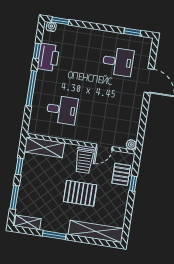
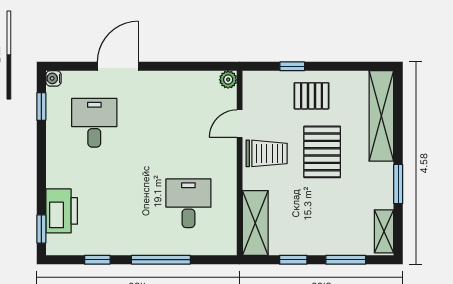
water cooler: (51, 27) -> (53, 78), moved
printer: (48, 57) -> (62, 211), moved, turned 90
door: (104, 147) -> (240, 124), swing flipped
pallet: (121, 174) -> (312, 96), moved

